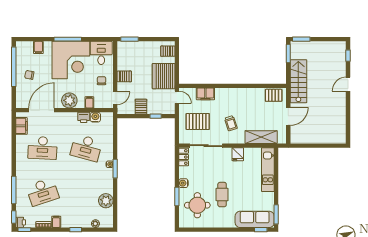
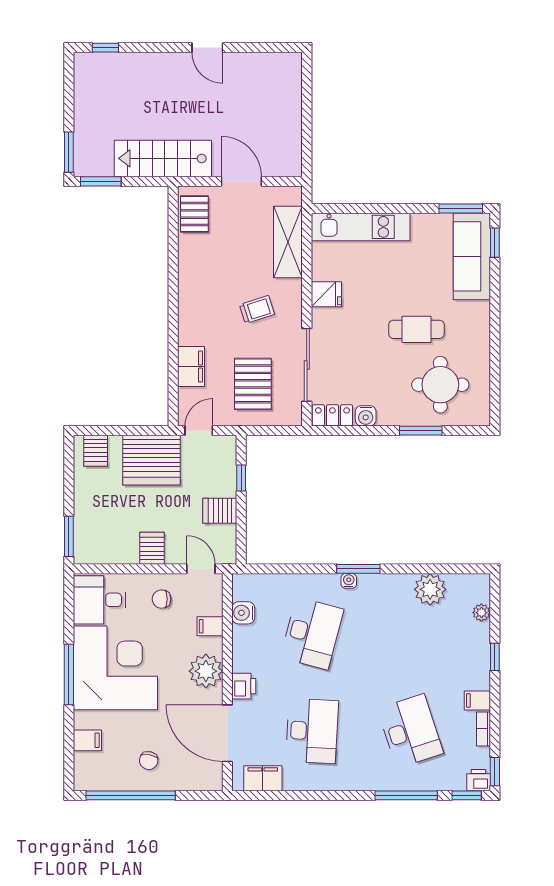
door: (348, 84) -> (207, 48), moved
printer: (84, 117) -> (244, 686), moved
water cooler: (183, 183) -> (366, 416), moved

